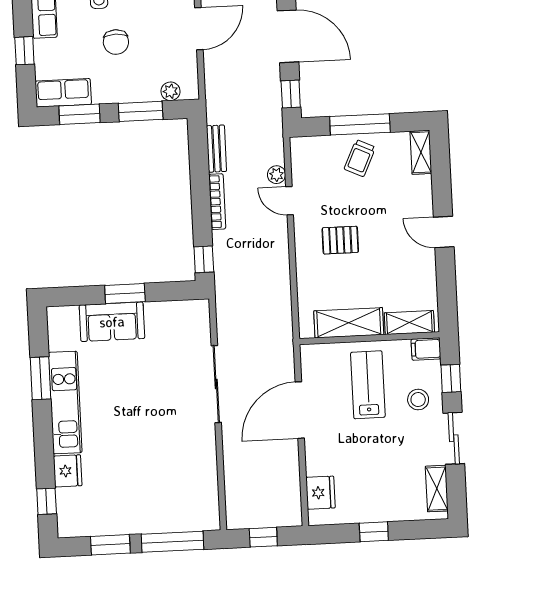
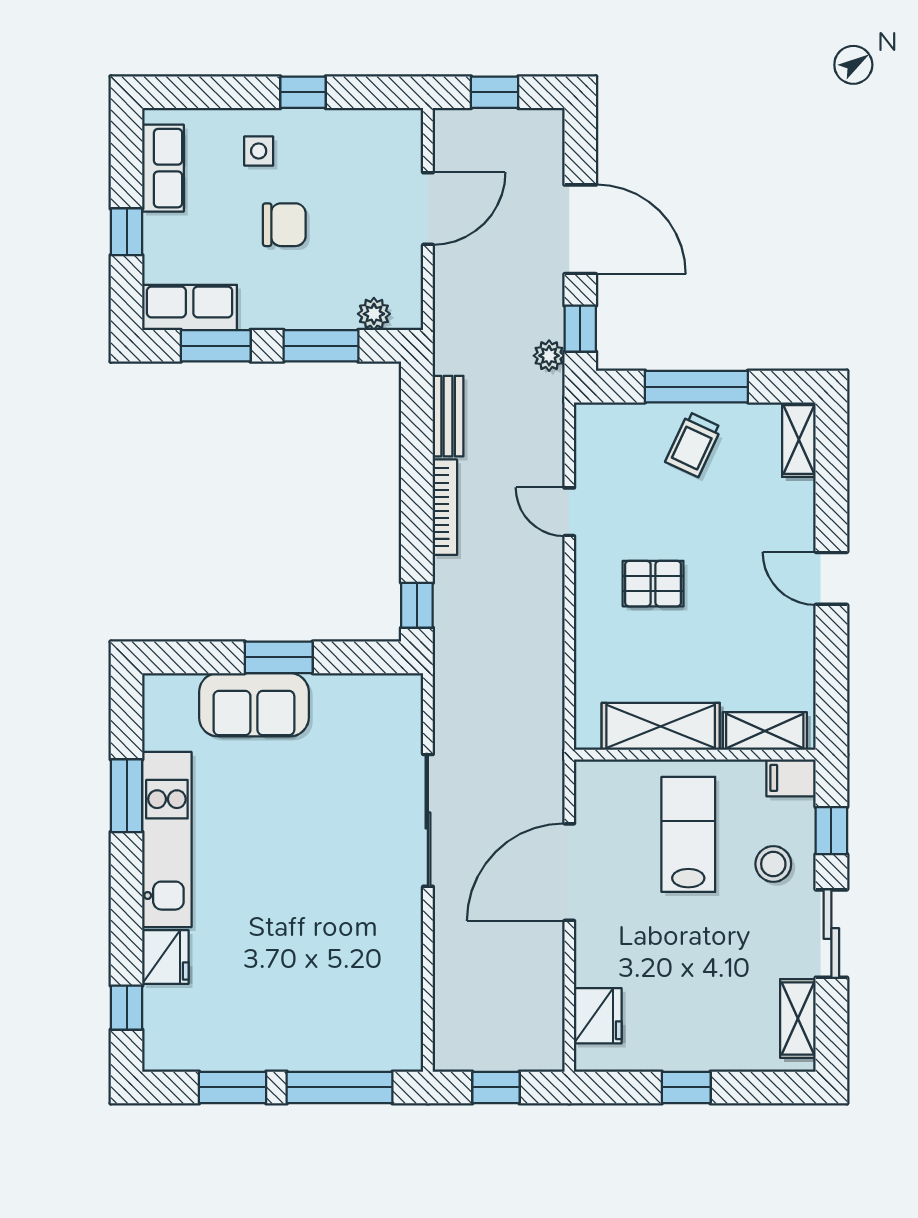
chair: (116, 42) -> (284, 225), turned -90
plant: (277, 175) -> (549, 356), moved

